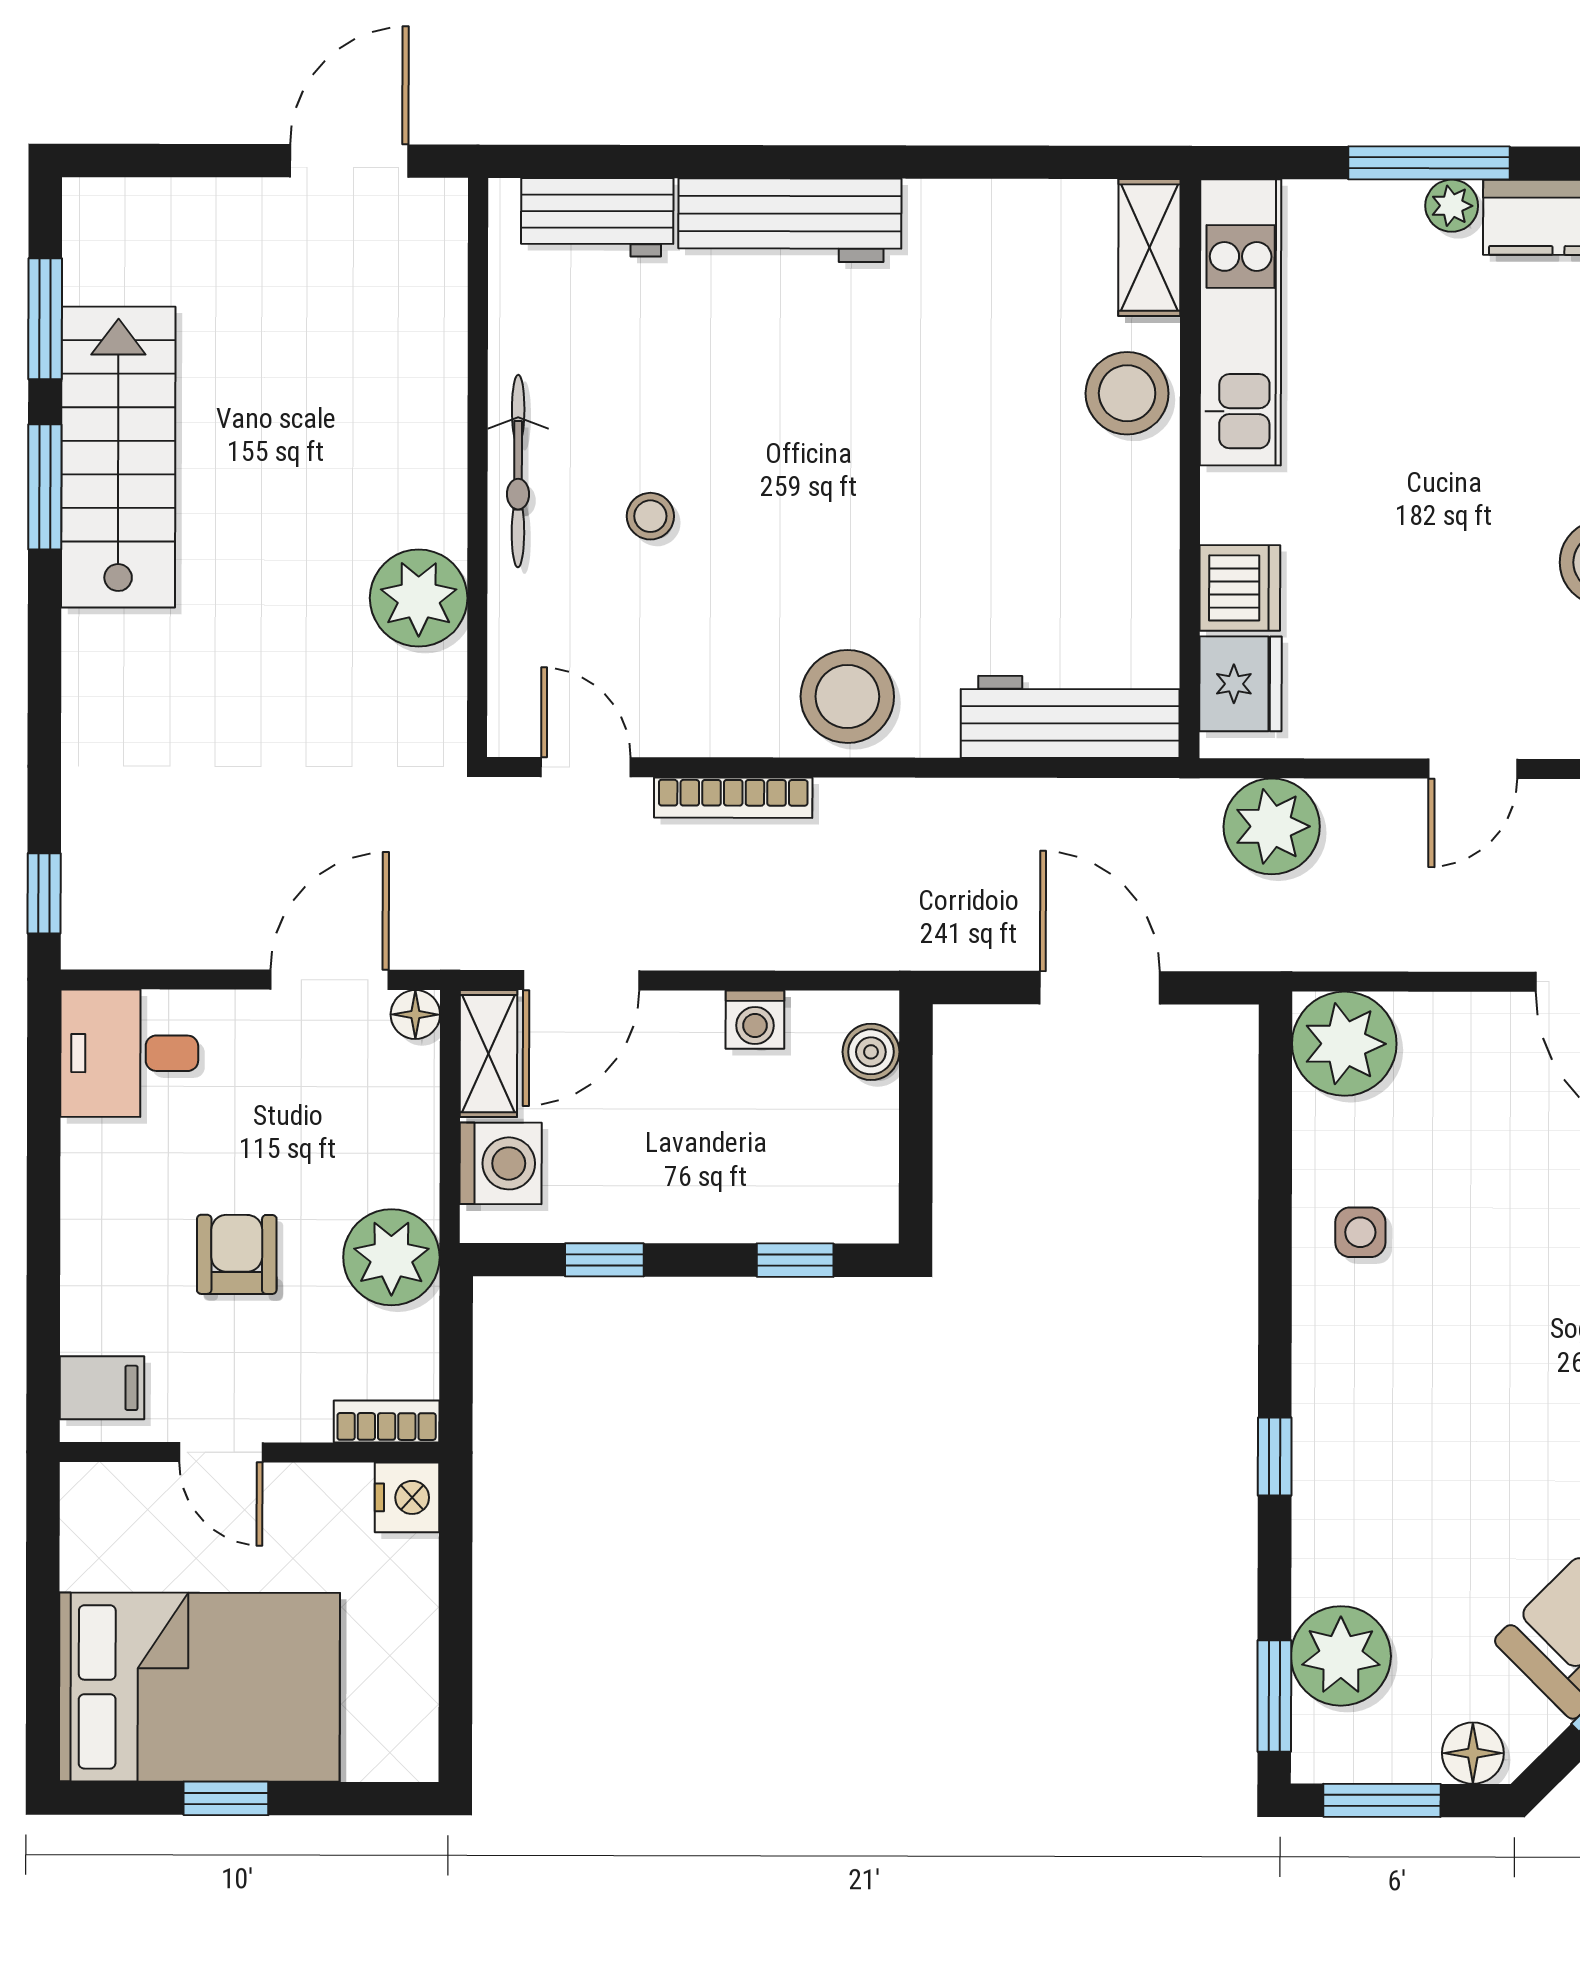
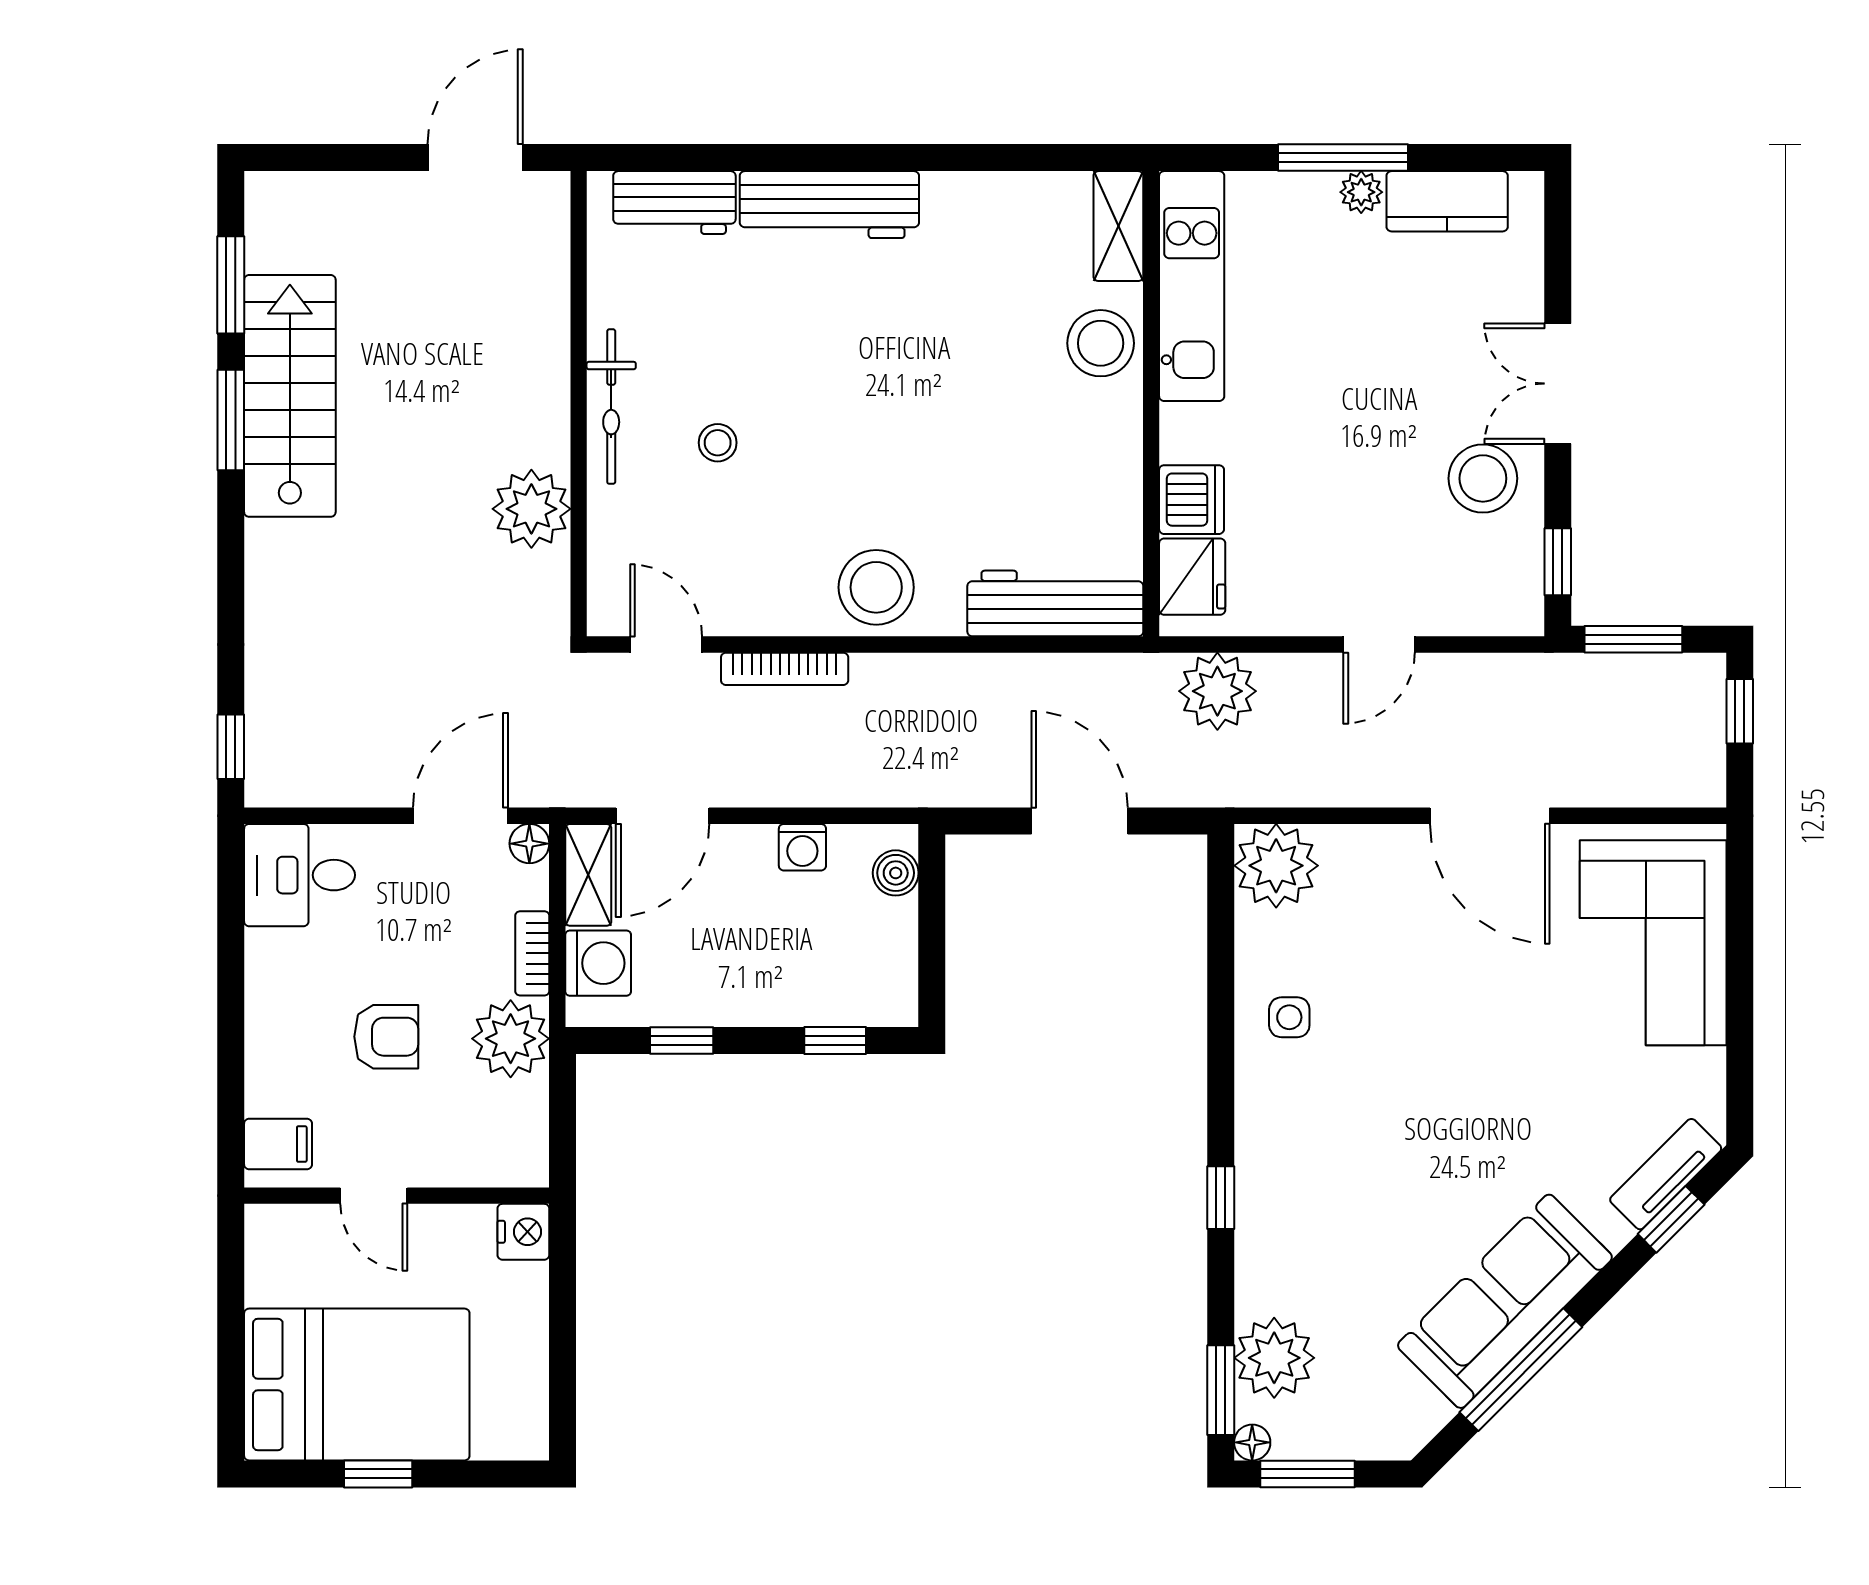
armchair: (237, 1254) -> (386, 1037), turned 90
bookcase: (387, 1421) -> (532, 953), moved, turned -90
floor lamp: (1473, 1753) -> (1252, 1442), moved, width x0.73, depth x0.73

